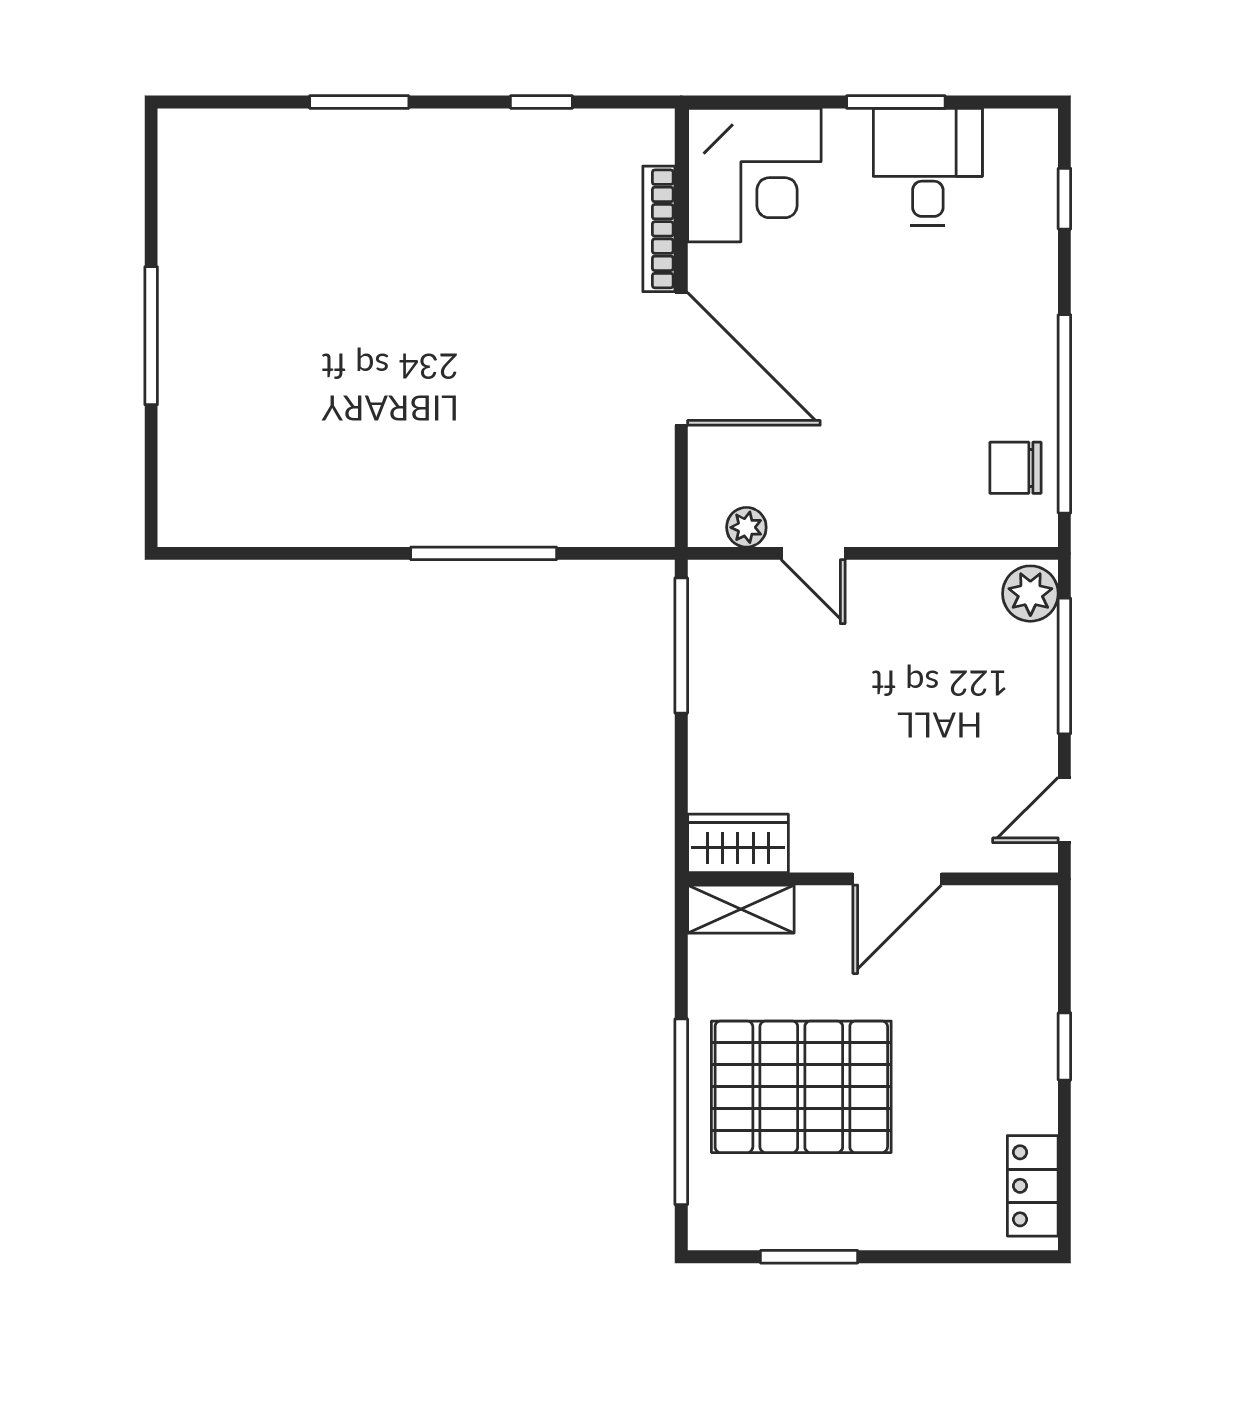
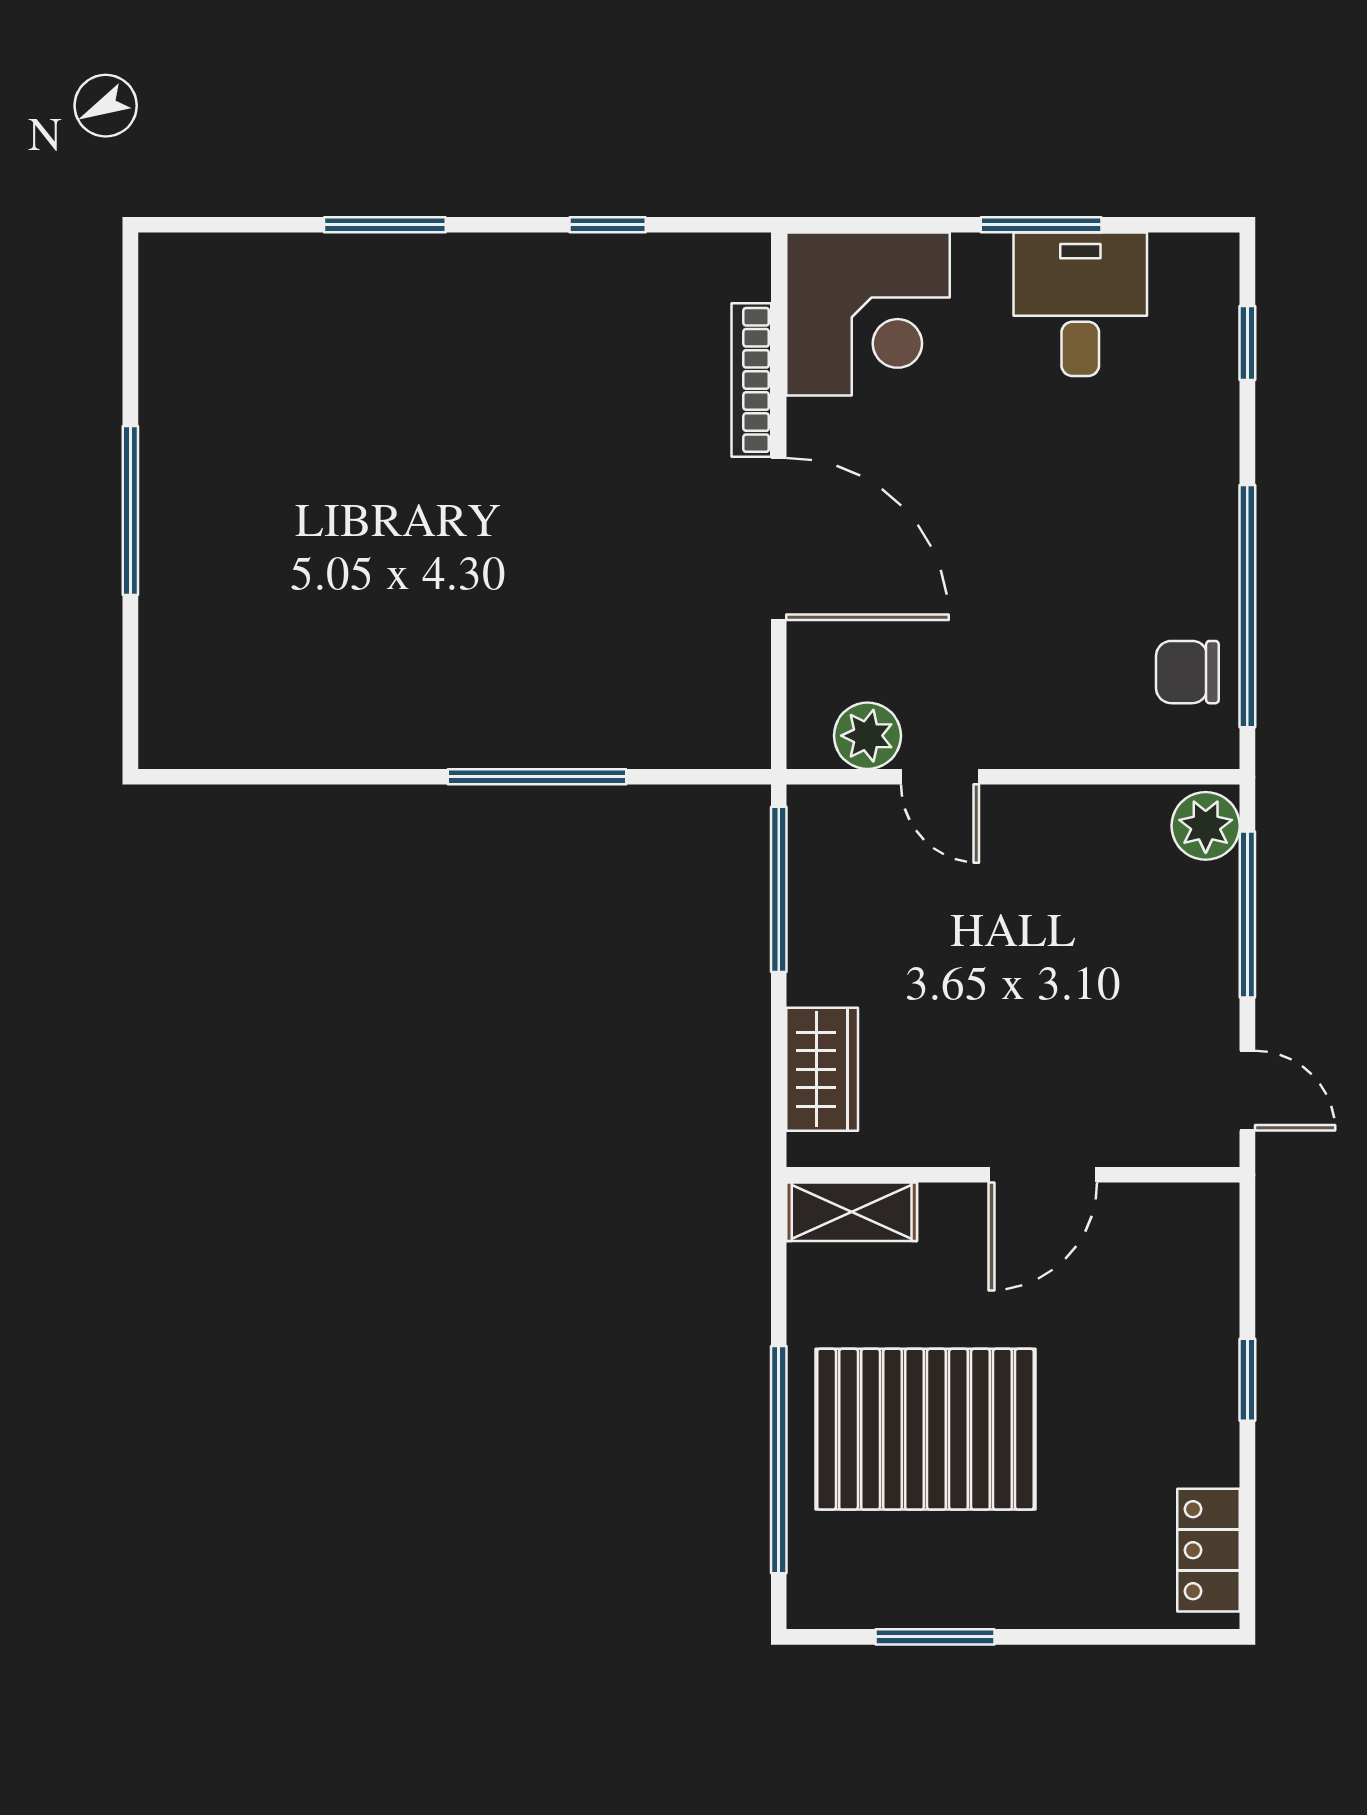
plant: (746, 527) -> (867, 736), width x1.38, depth x1.38
door: (1064, 810) -> (1247, 1091), swing flipped
wardrobe: (738, 843) -> (822, 1069), moved, turned 90

